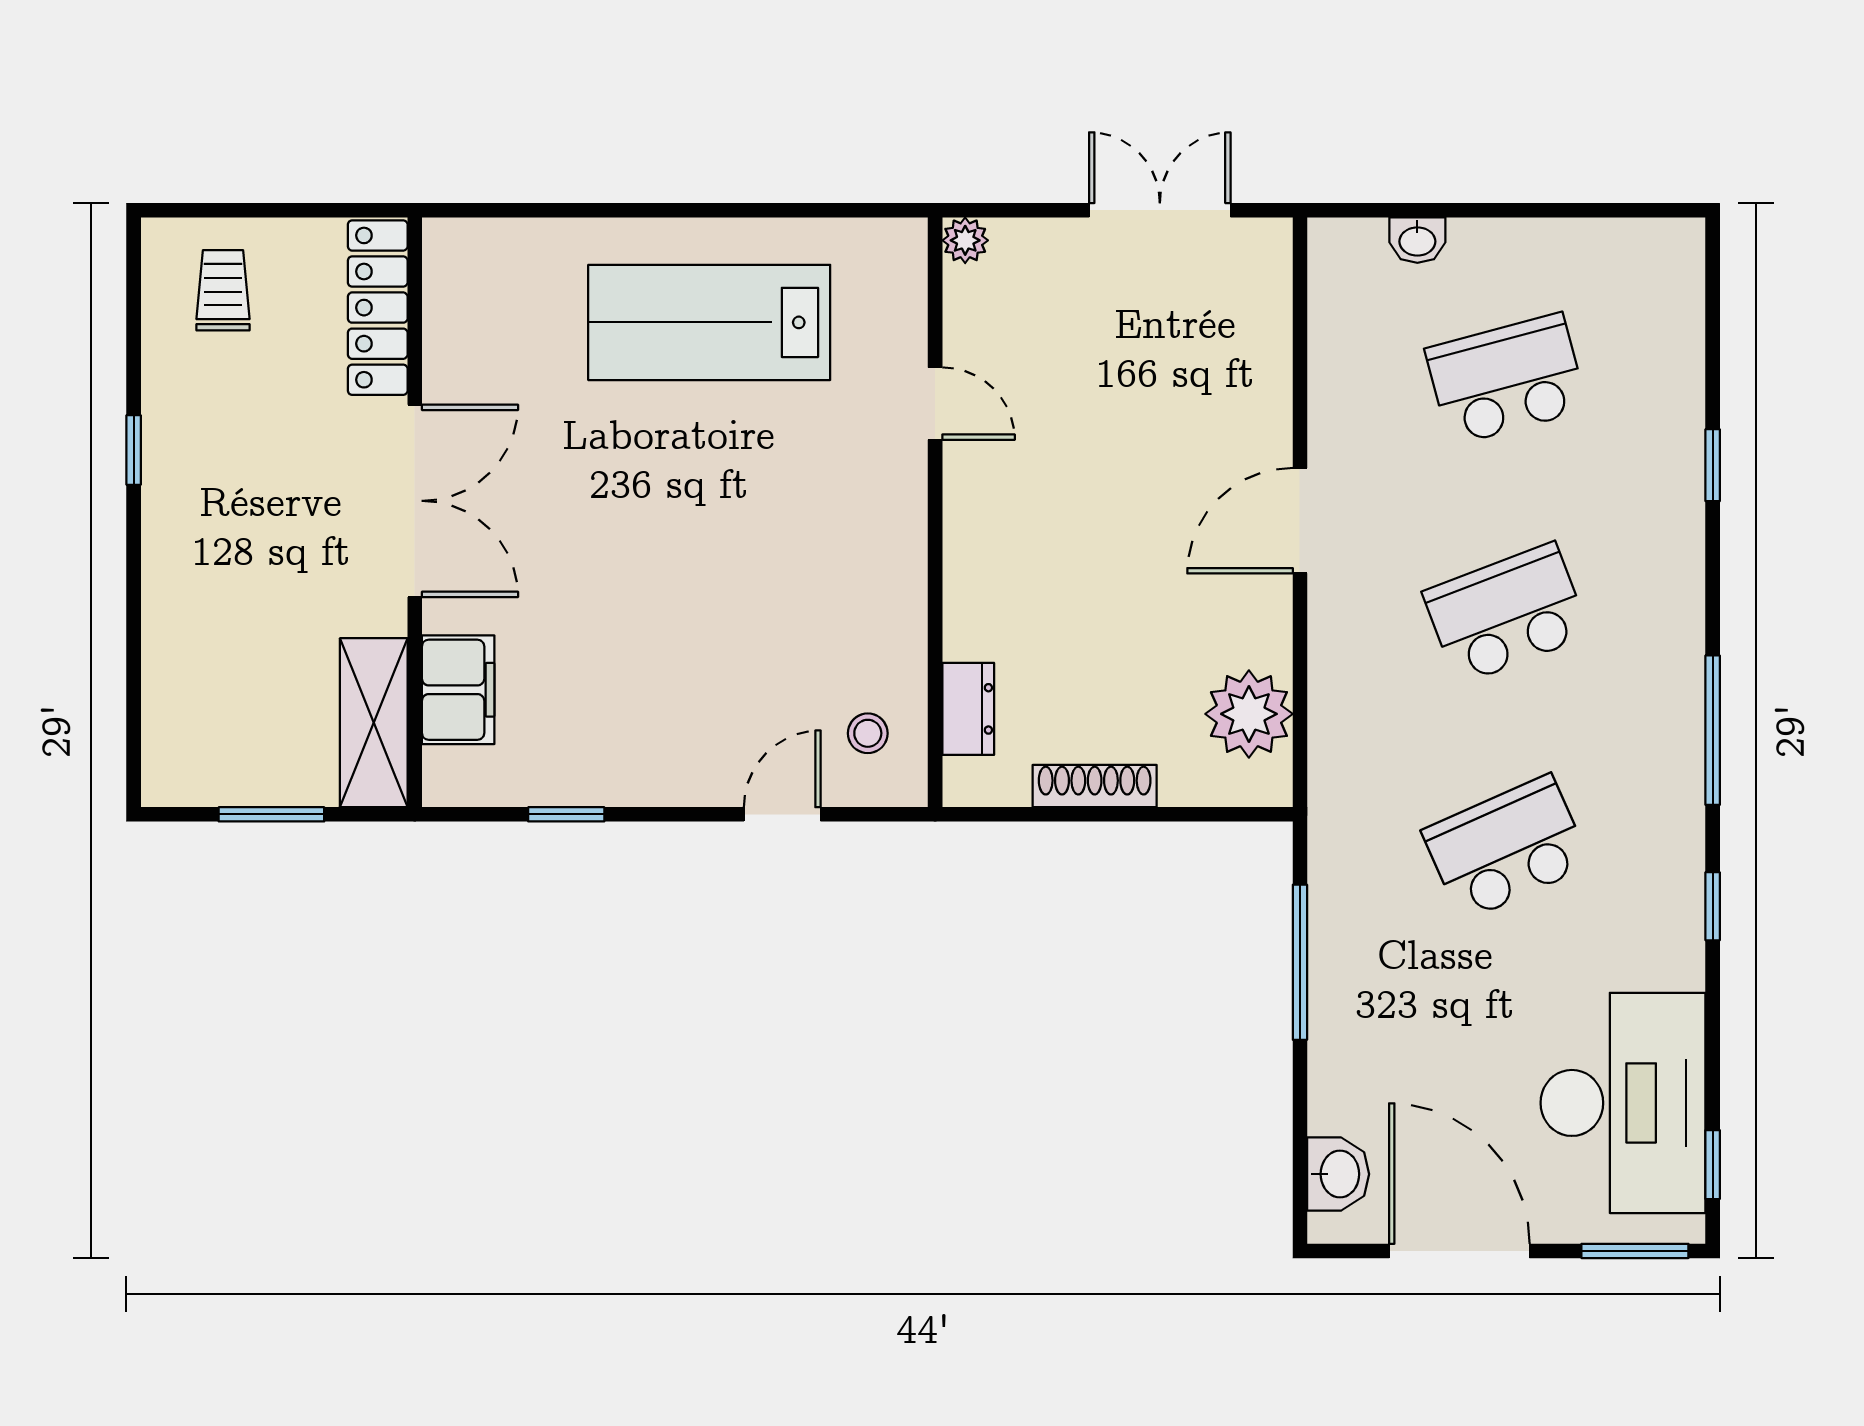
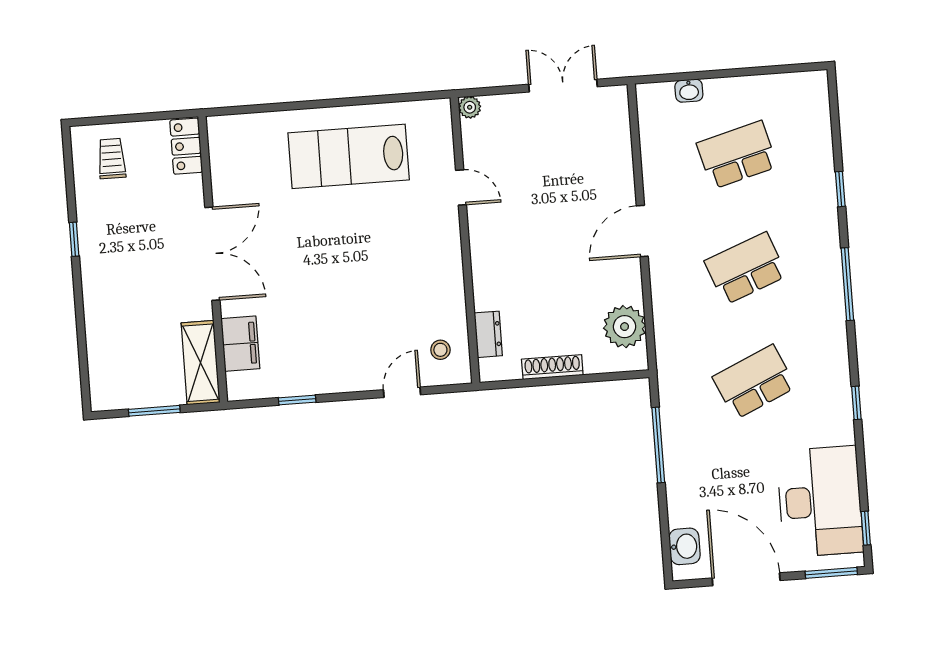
locker: (378, 308) -> (186, 146), width x0.66
window: (1713, 730) -> (847, 284), moved

